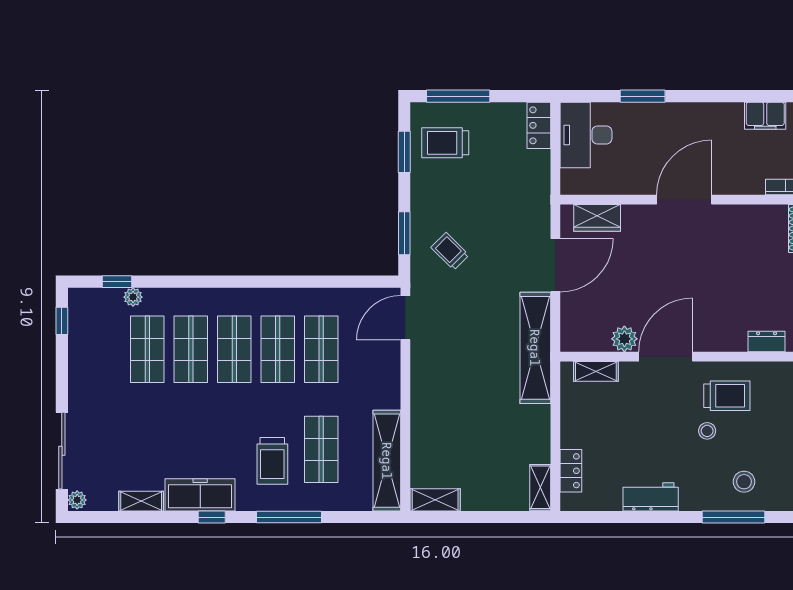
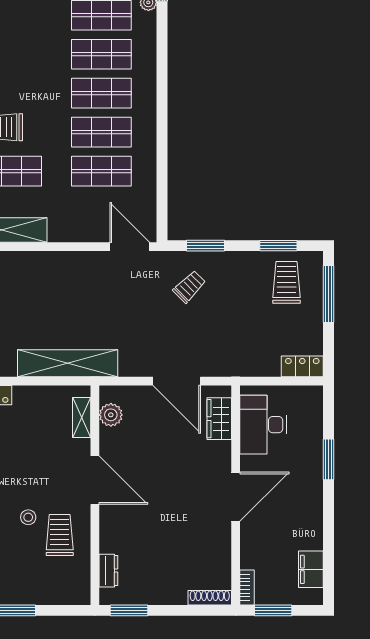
desk: (586, 135) -> (263, 425), moved, turned -90
door: (684, 200) -> (236, 497), hinge flipped
plant: (624, 339) -> (111, 415), moved
shelving: (535, 348) -> (68, 363), moved
trolley: (727, 396) -> (60, 535), turned 180

